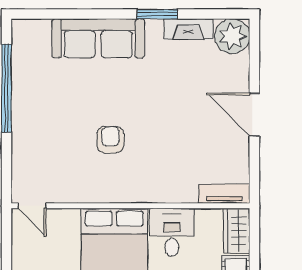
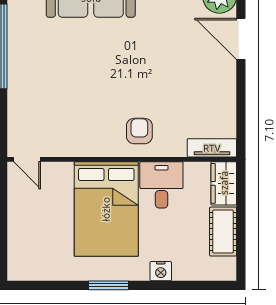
door: (254, 115) -> (241, 39), moved
armchair: (110, 140) -> (139, 131), moved

